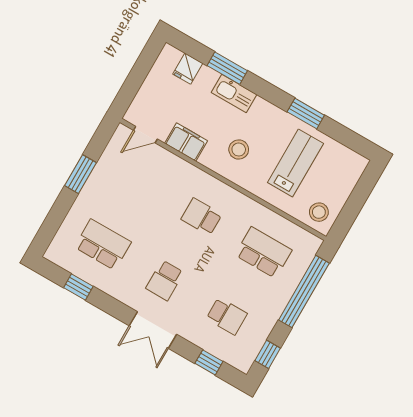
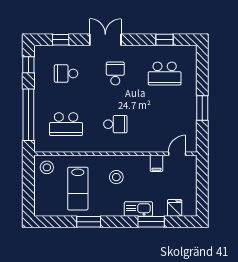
filing cabinet: (186, 142) -> (156, 163), width x0.50

